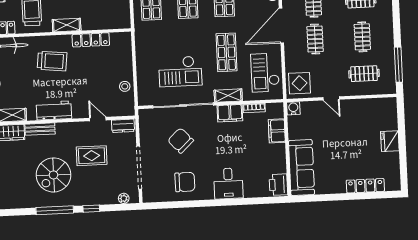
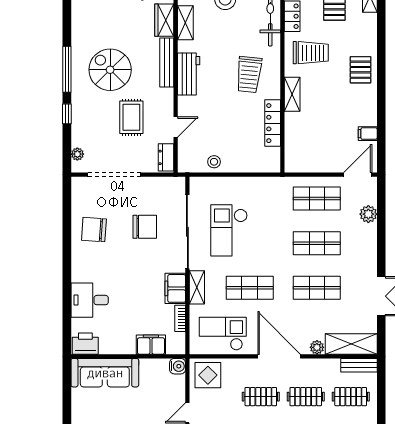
bench: (40, 129) -> (167, 62), width x1.36
chair: (181, 141) -> (145, 227), turned 43
chair: (185, 182) -> (94, 230), turned 94
desk: (228, 183) -> (90, 300), moved

